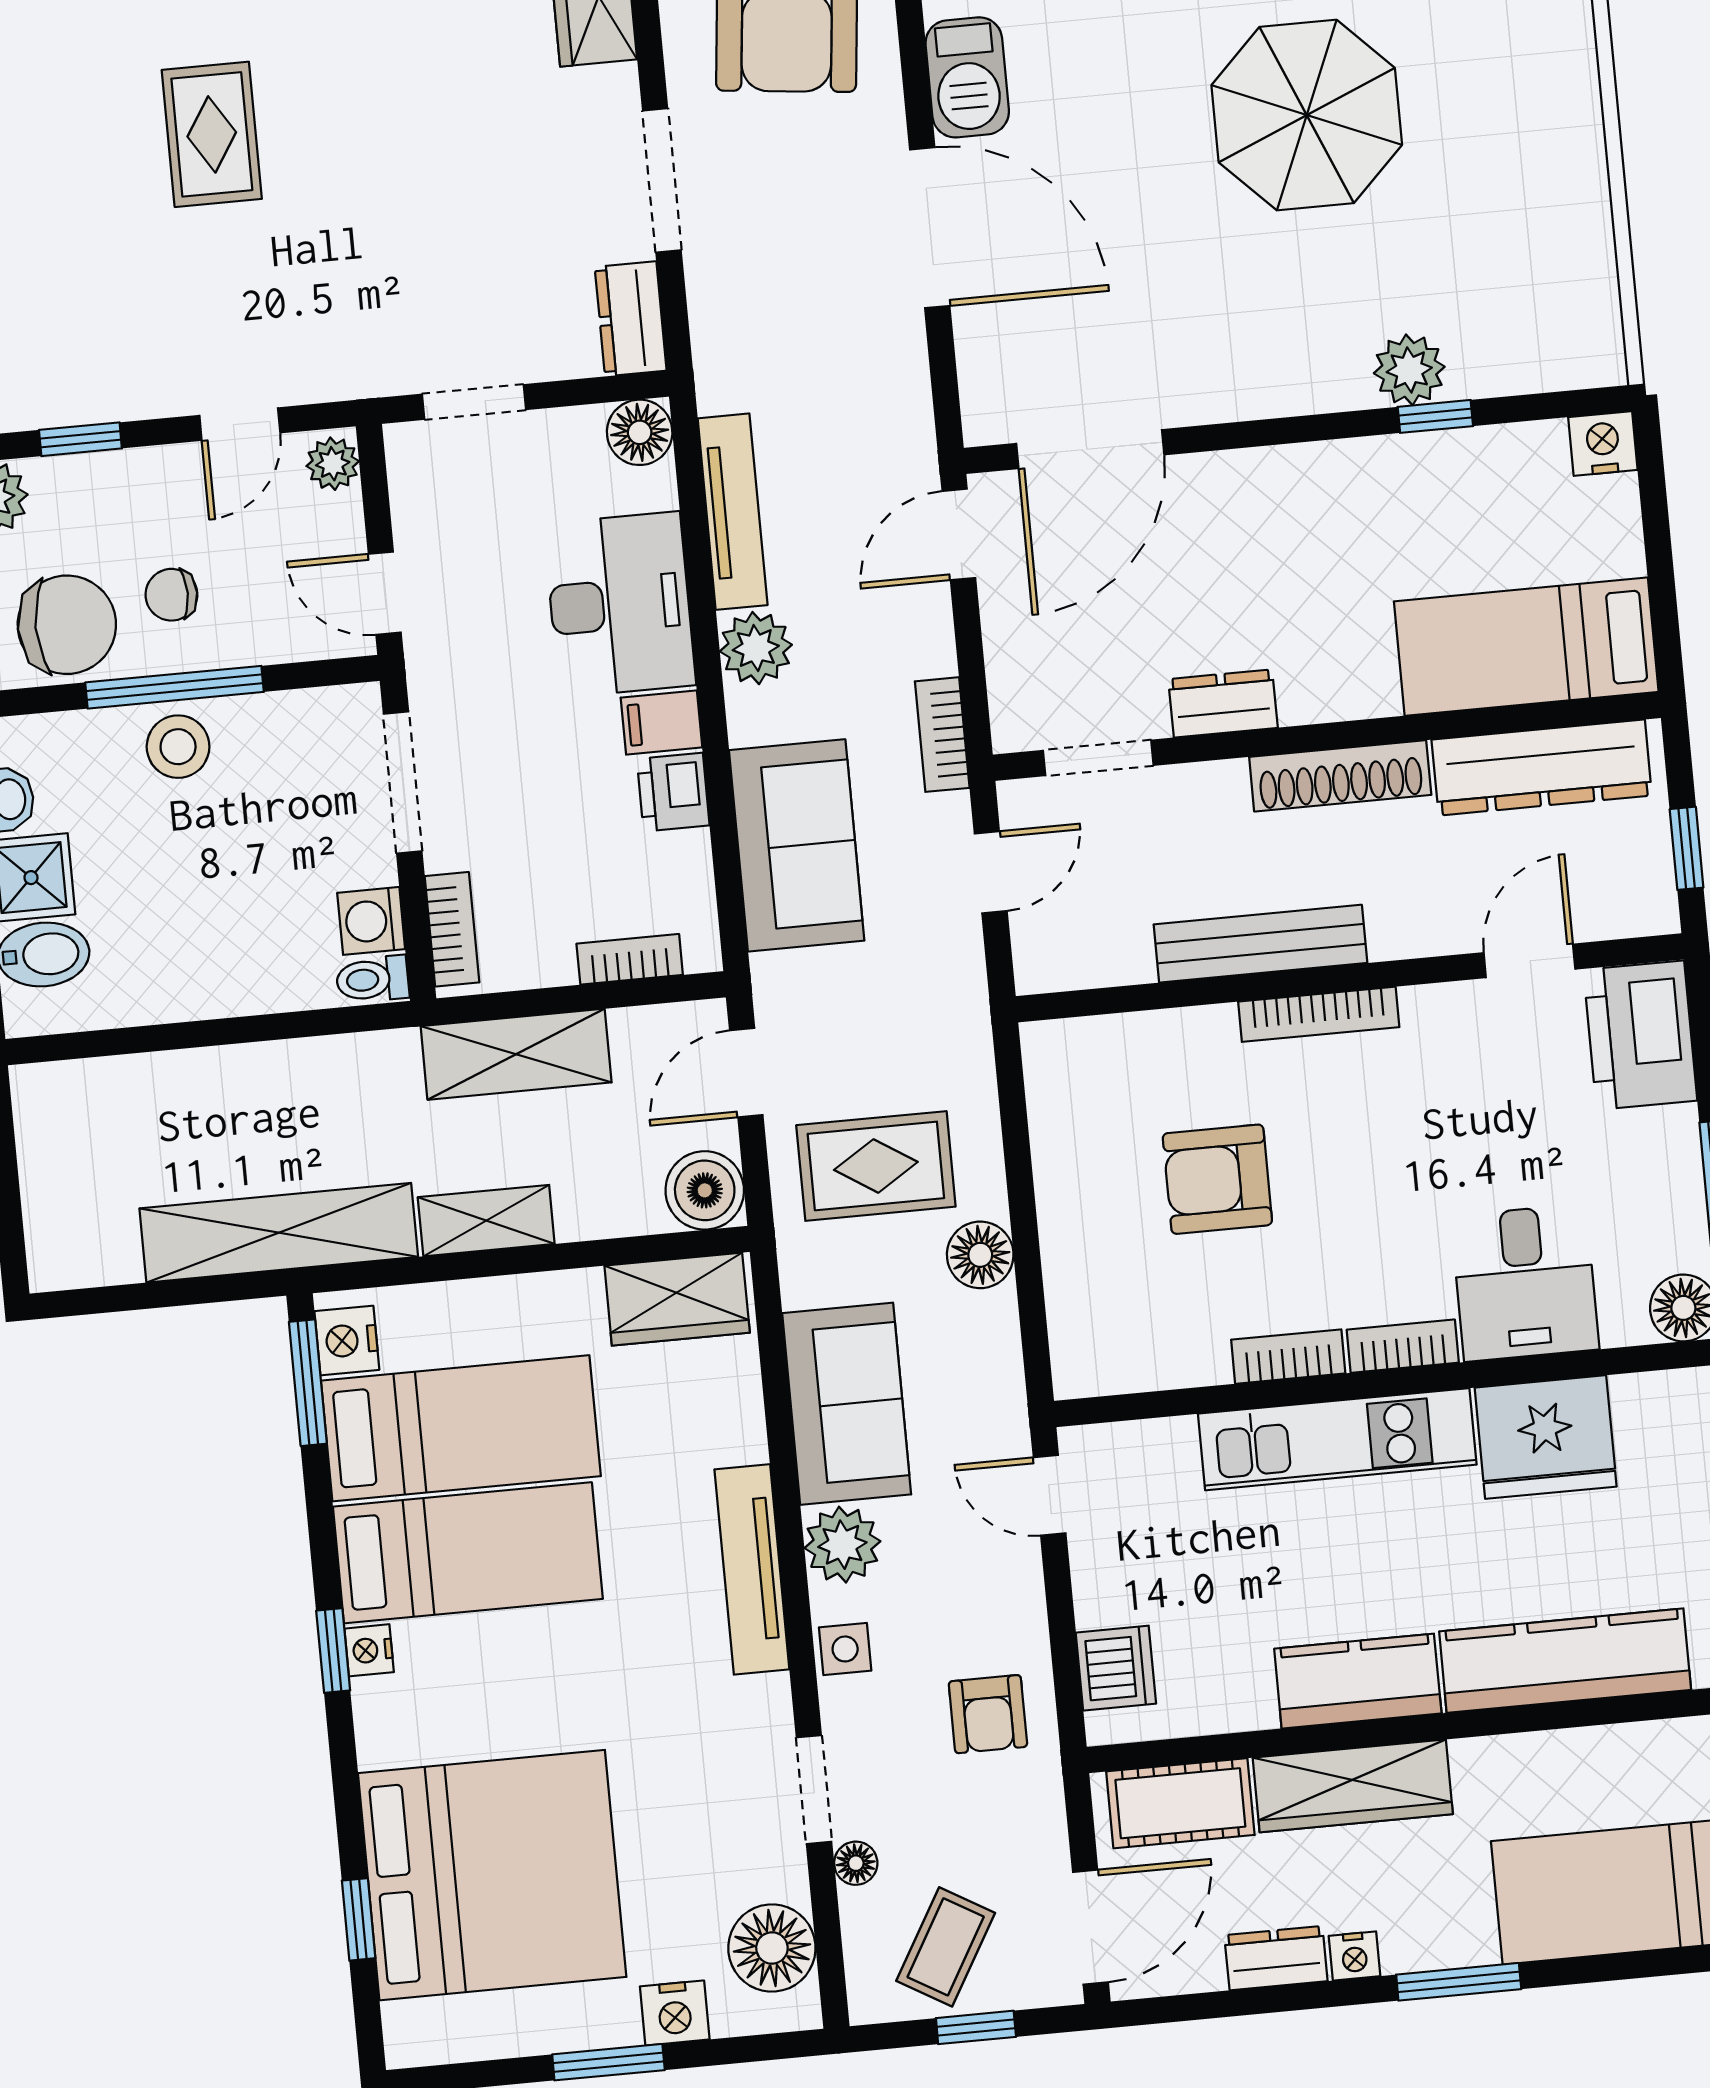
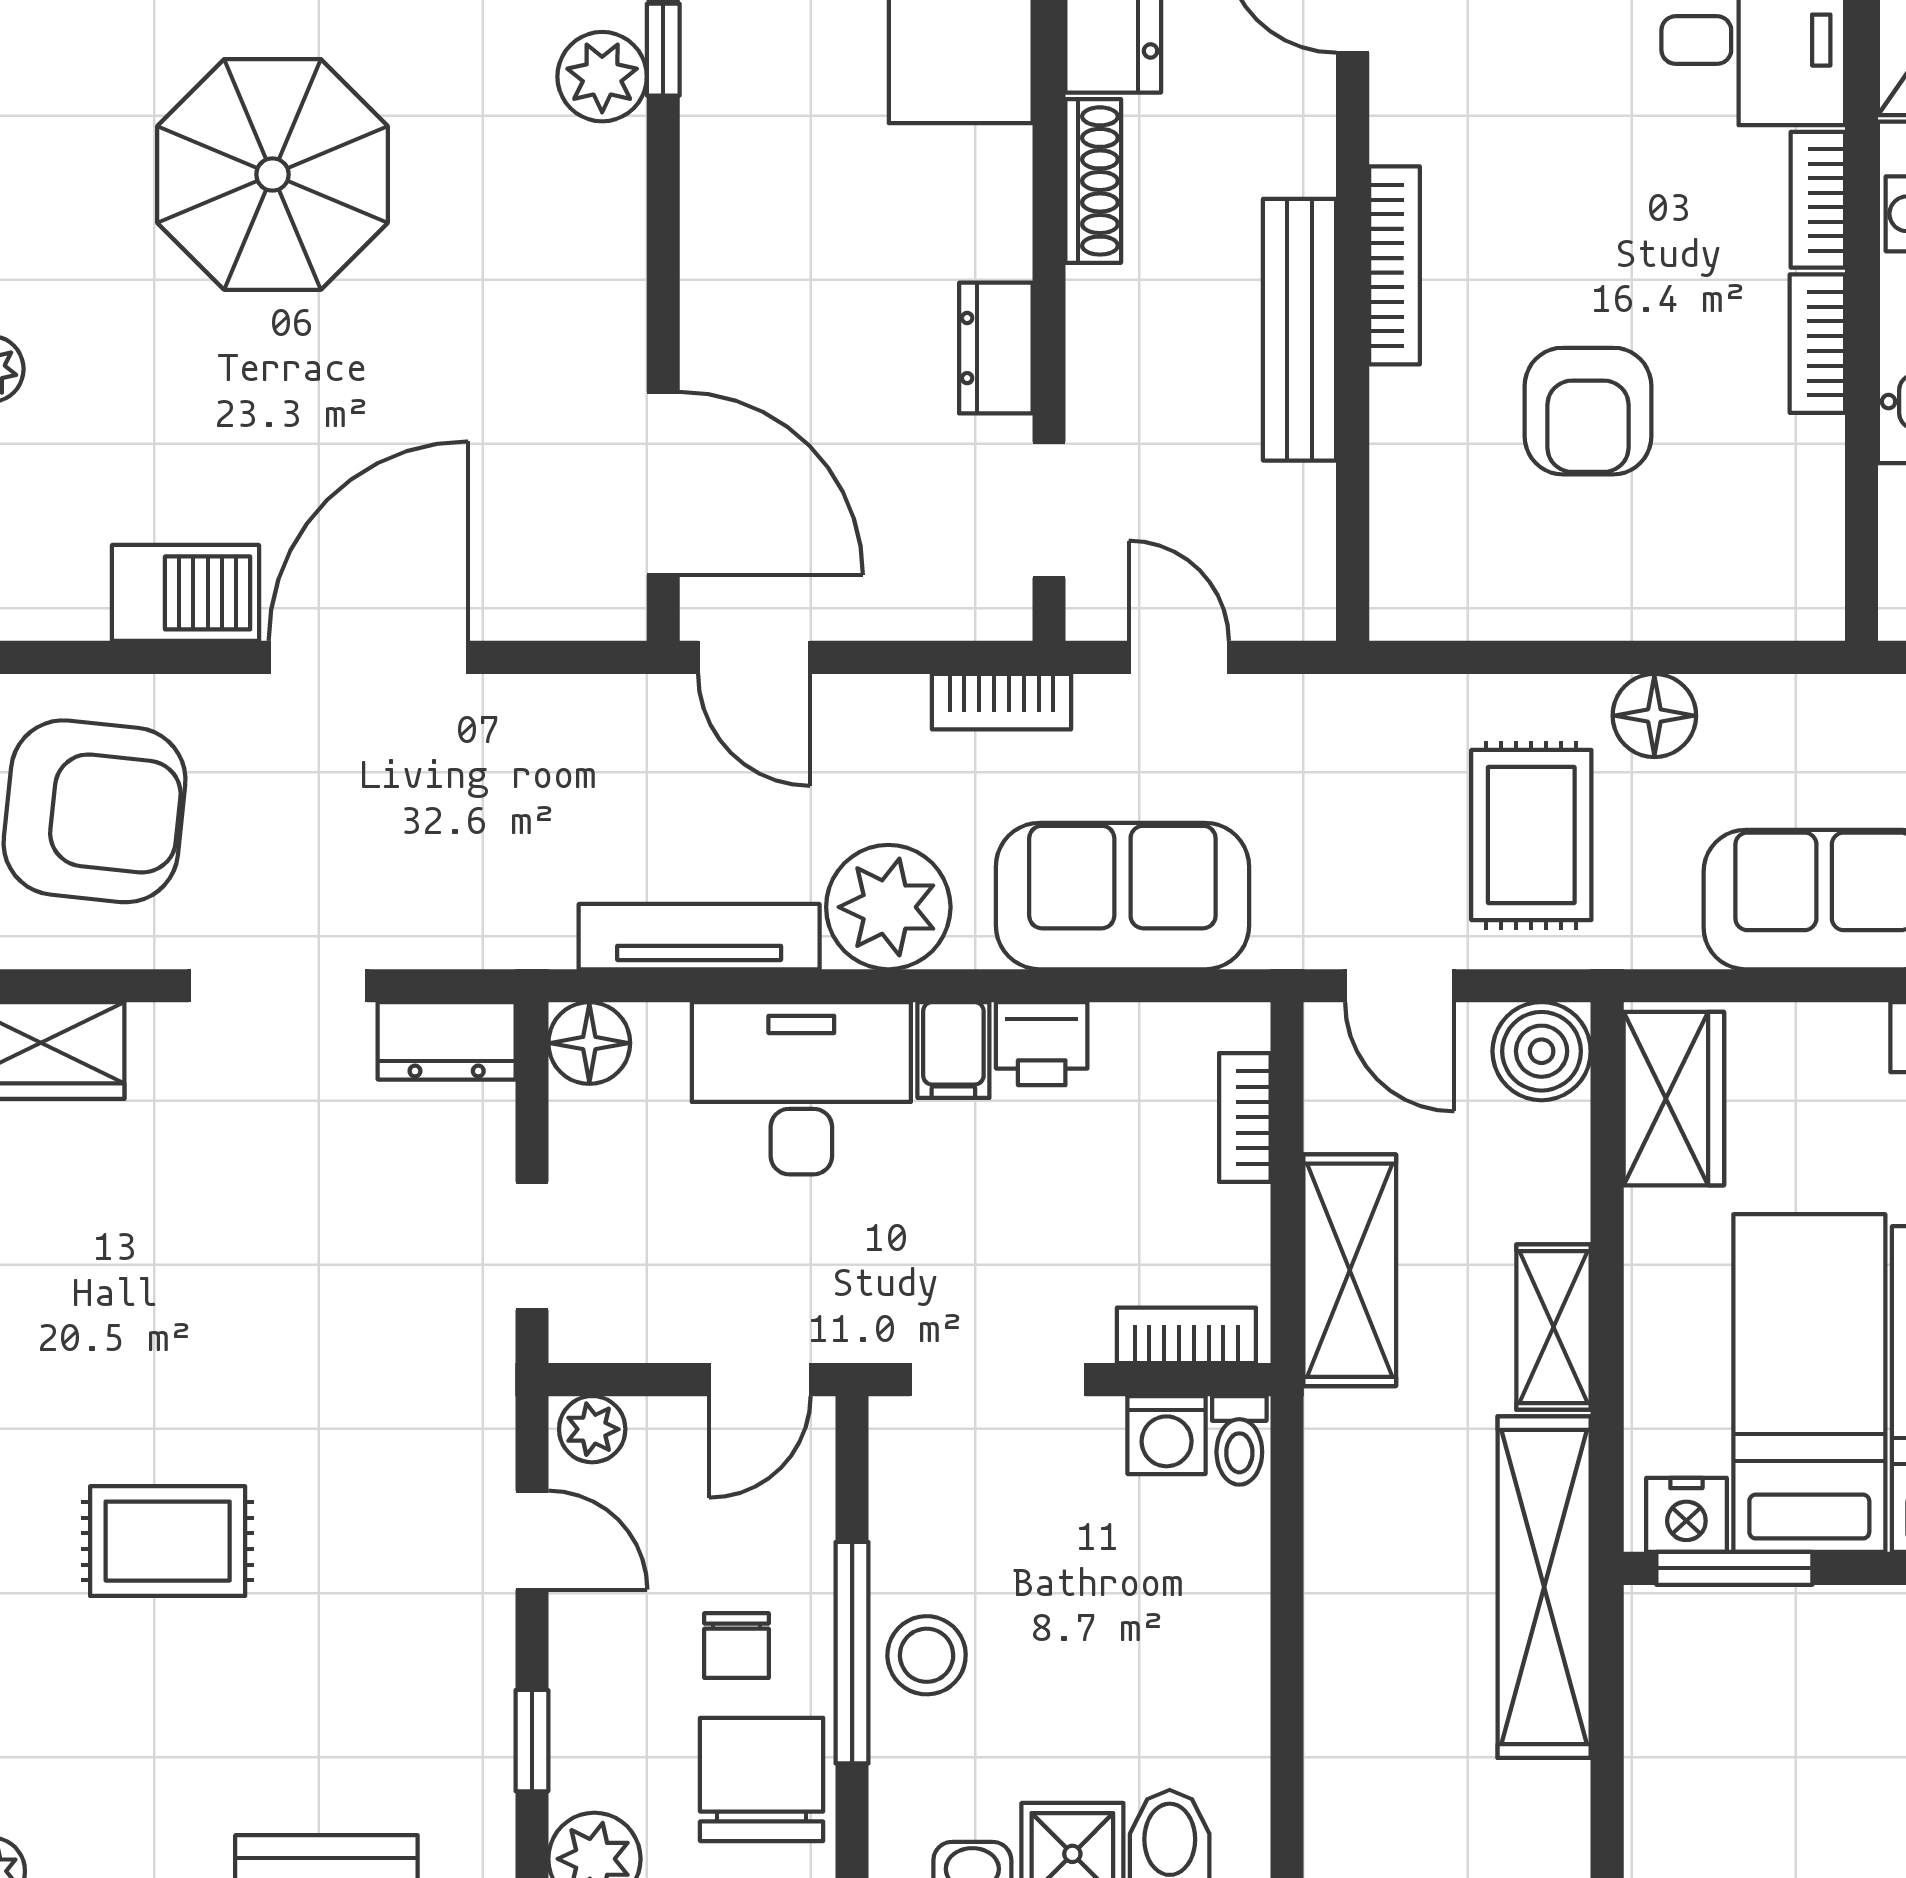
plant: (756, 648) -> (888, 907), width x1.36, depth x1.36
shoe rack: (1340, 776) -> (1093, 181), width x0.74, depth x0.81

